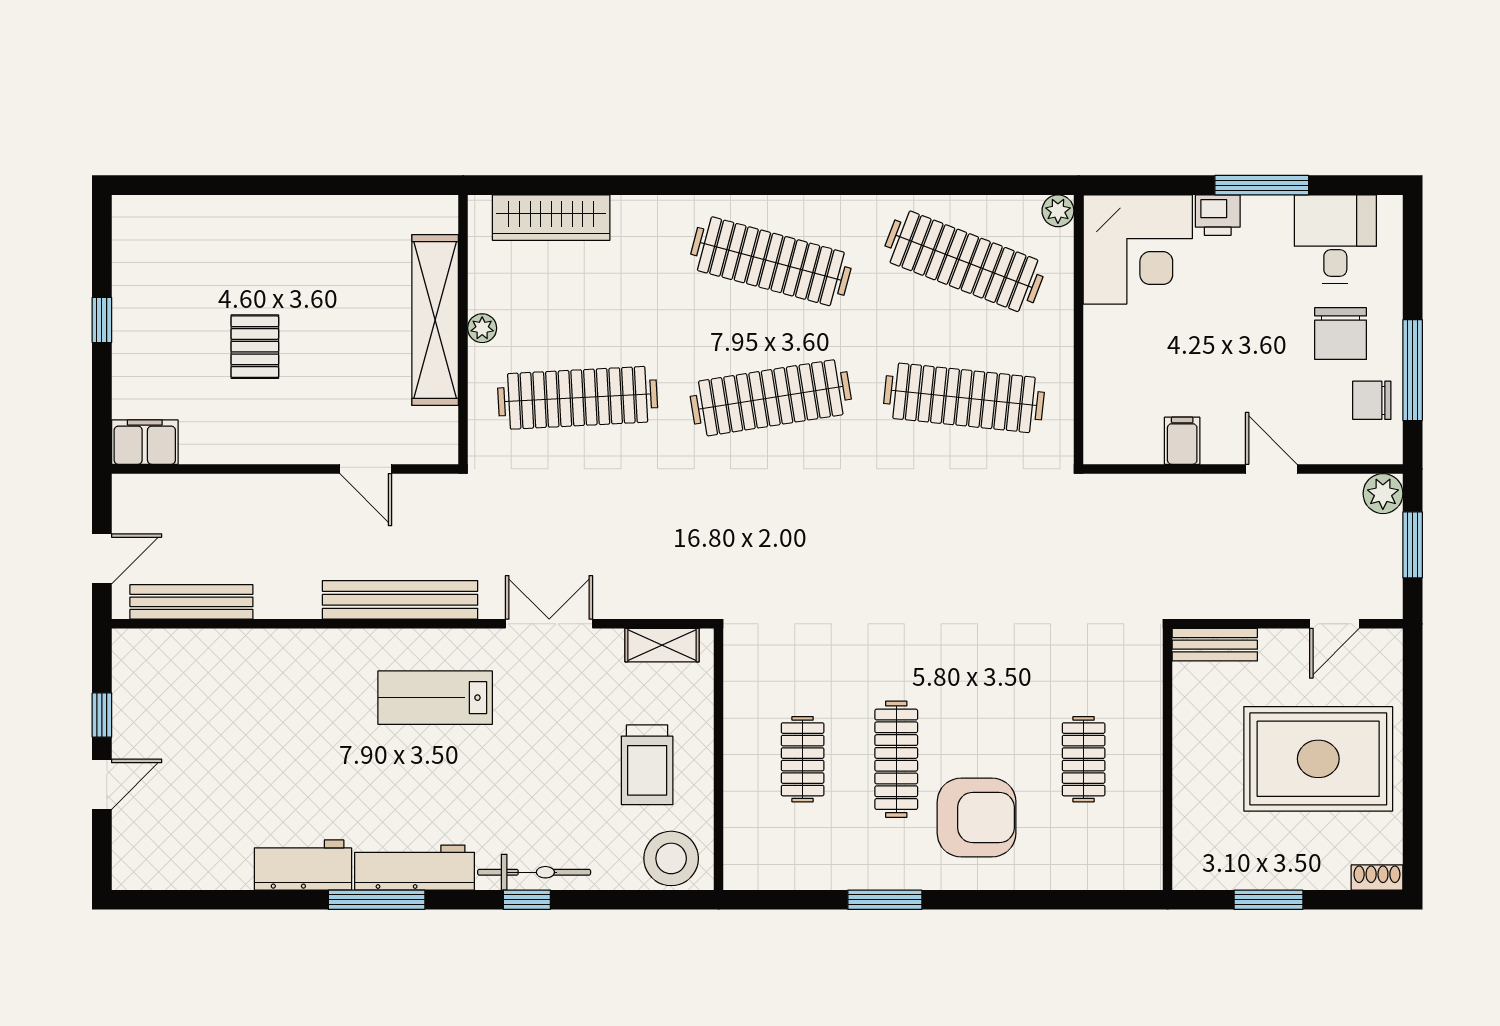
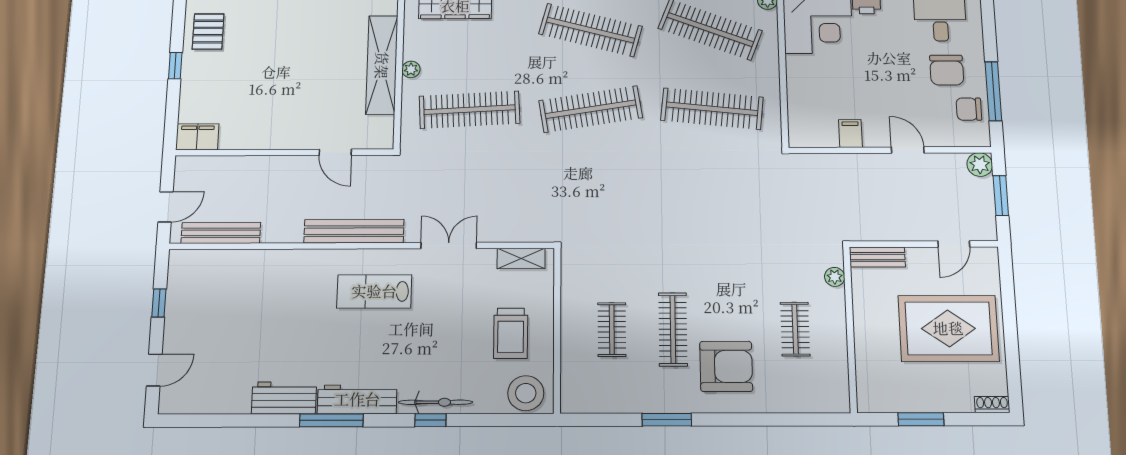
pallet: (255, 347) -> (208, 32), moved
plant: (1148, 676) -> (835, 277), added
door: (102, 784) -> (154, 370), moved

